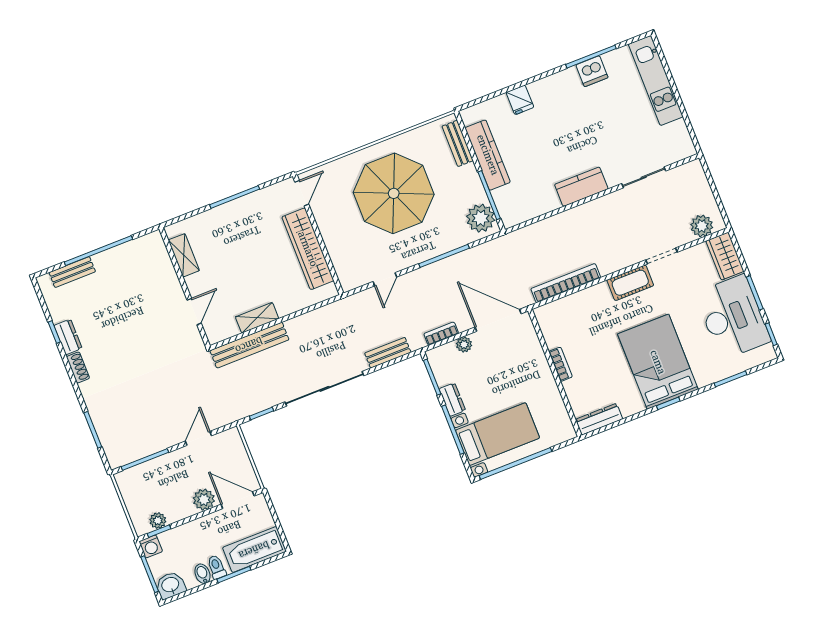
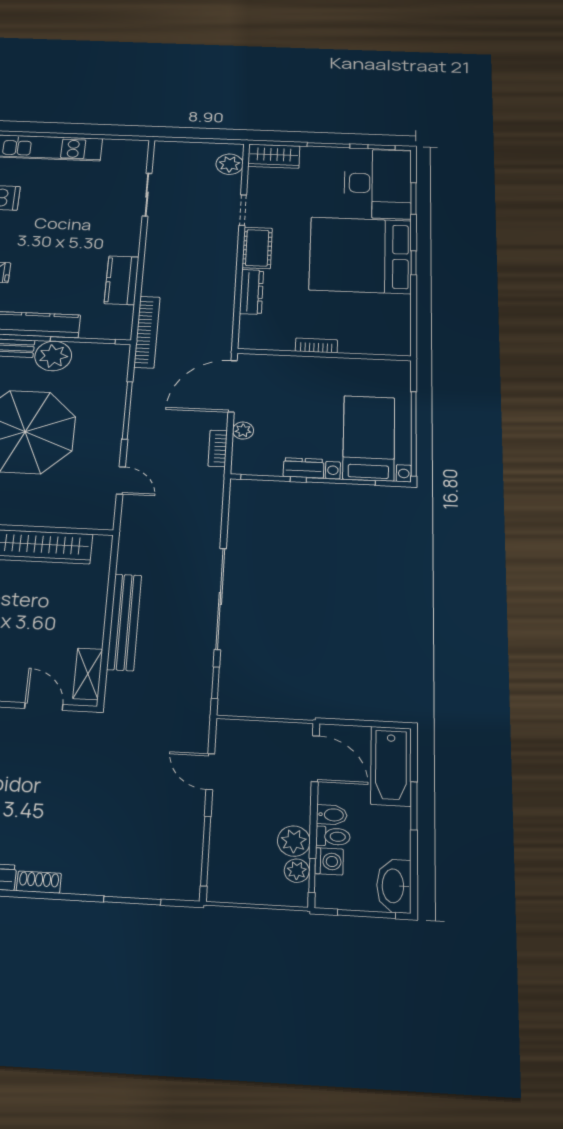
kitchen counter: (581, 187) -> (122, 280), moved
plant: (481, 218) -> (53, 356), moved
bookcase: (566, 283) -> (147, 332), moved, turned 180
desk: (733, 317) -> (378, 184), moved, turned 90
shelving: (257, 318) -> (88, 674), moved
bench: (249, 345) -> (124, 622), moved
bench: (388, 353) -> (211, 512), removed
bed: (658, 362) -> (361, 255), width x1.36
dresser: (599, 419) -> (251, 292), moved, turned 180
plant: (204, 500) -> (294, 841), moved
door: (238, 500) -> (315, 759), swing flipped
washing machine: (151, 546) -> (329, 861), moved
toilet: (216, 567) -> (333, 836), moved, turned 180
bidet: (202, 574) -> (332, 815), moved, turned 180
washbasin: (170, 585) -> (394, 886), width x1.38

